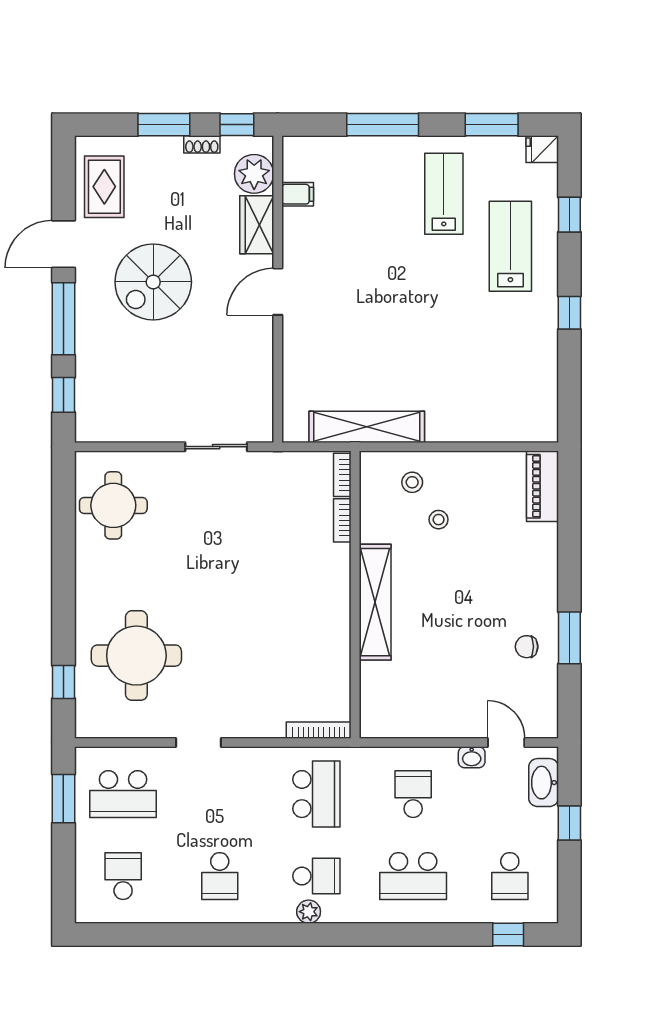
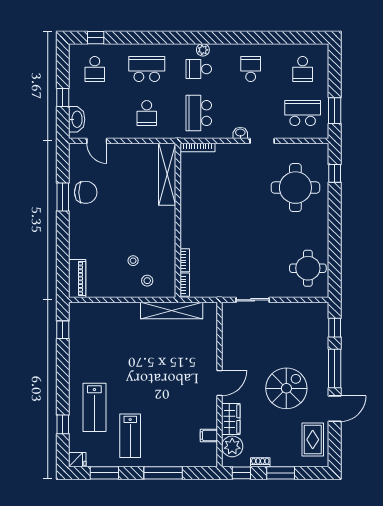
window: (569, 313) -> (63, 330), moved
shelving: (375, 602) -> (167, 174), moved
chair: (527, 647) -> (86, 192), width x1.87, depth x1.87
washbasin: (472, 757) -> (240, 133), moved
school desk: (510, 876) -> (95, 69), turned 180

